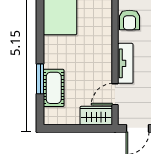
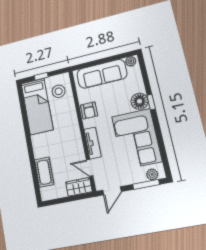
window: (40, 79) -> (33, 167), removed
door: (115, 94) -> (90, 168), hinge flipped

